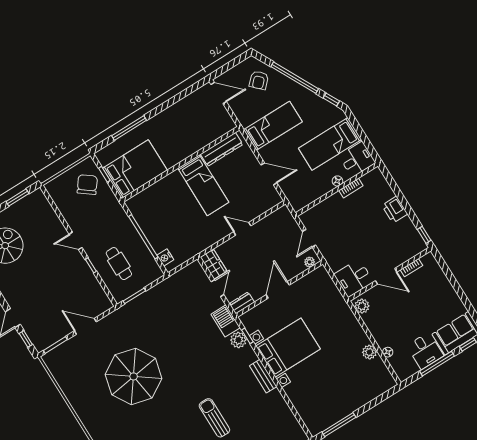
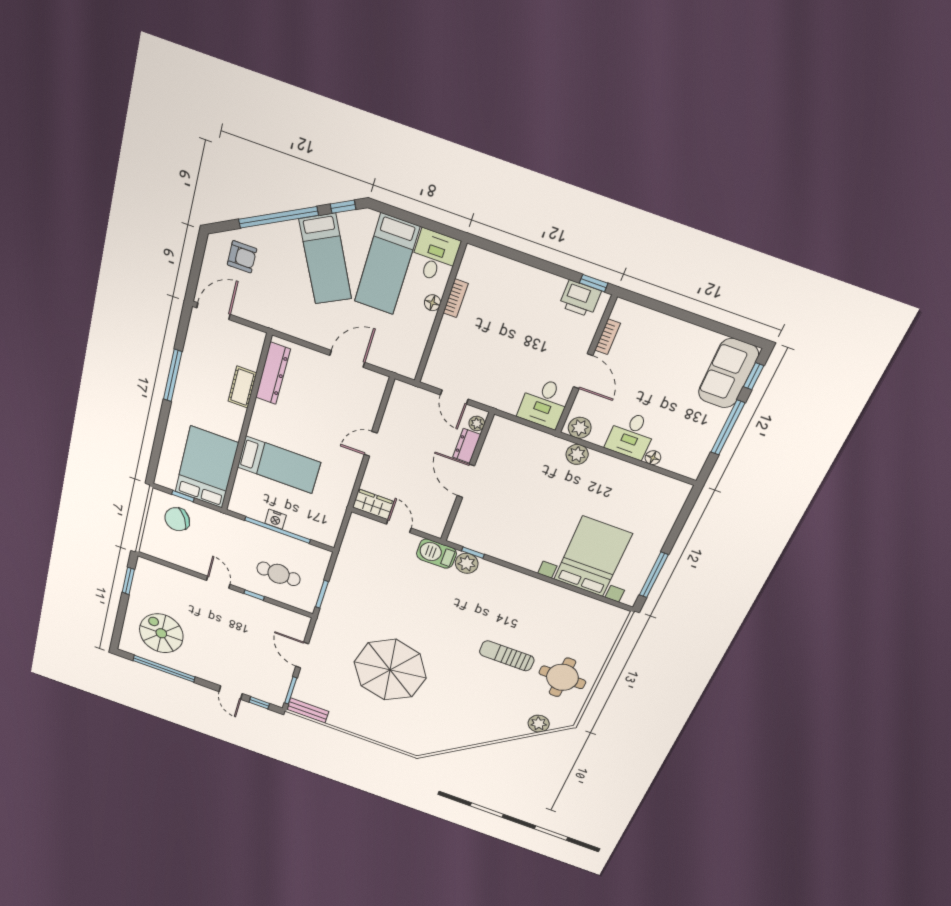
armchair: (259, 80) -> (242, 257), turned -45
bed: (273, 126) -> (325, 259), moved, turned 153
window: (129, 128) -> (173, 376), moved
cot: (198, 143) -> (242, 387), added
chair: (87, 185) -> (177, 519), turned -67
bed: (203, 185) -> (279, 465), moved
printer: (395, 210) -> (580, 299), moved
door: (76, 241) -> (218, 582), swing flipped
nightstand: (165, 258) -> (276, 519), moved
door: (386, 276) -> (583, 371), hinge flipped
dresser: (242, 303) -> (467, 446), moved
door: (85, 326) -> (302, 655), hinge flipped
bed with nightstands: (288, 348) -> (593, 557), moved
desk: (425, 351) -> (631, 435), moved, turned 90
plant: (369, 352) -> (577, 454), moved
bench: (263, 376) -> (308, 710), moved

